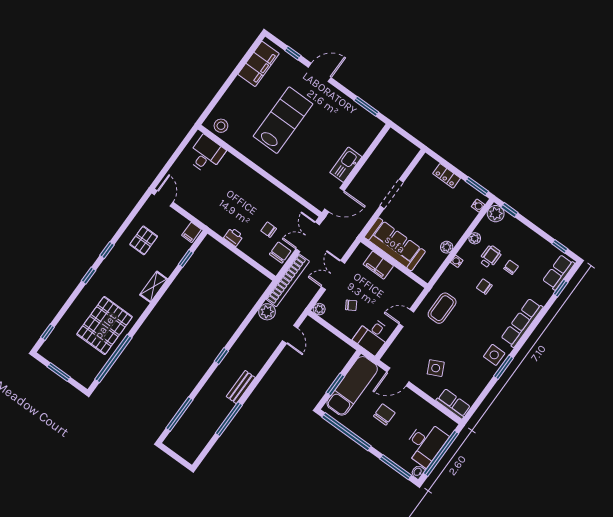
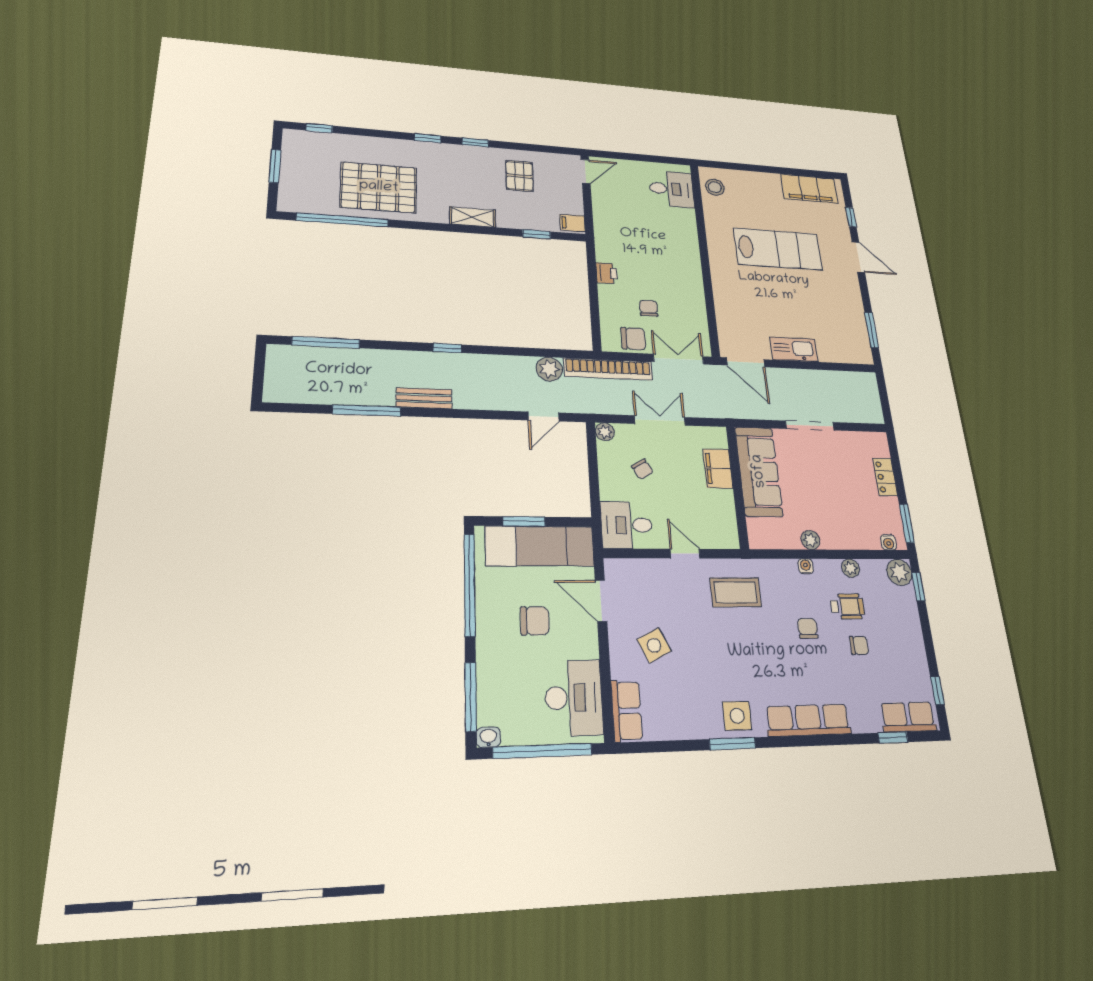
pallet: (144, 240) -> (519, 176), turned 90
desk: (425, 444) -> (574, 698), moved, turned -90

